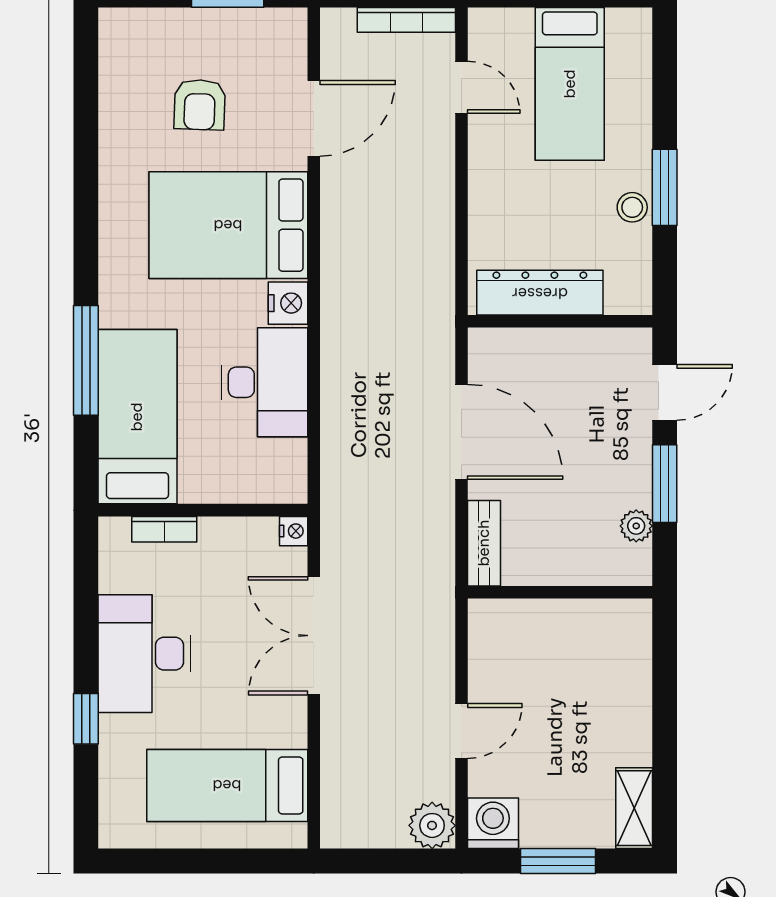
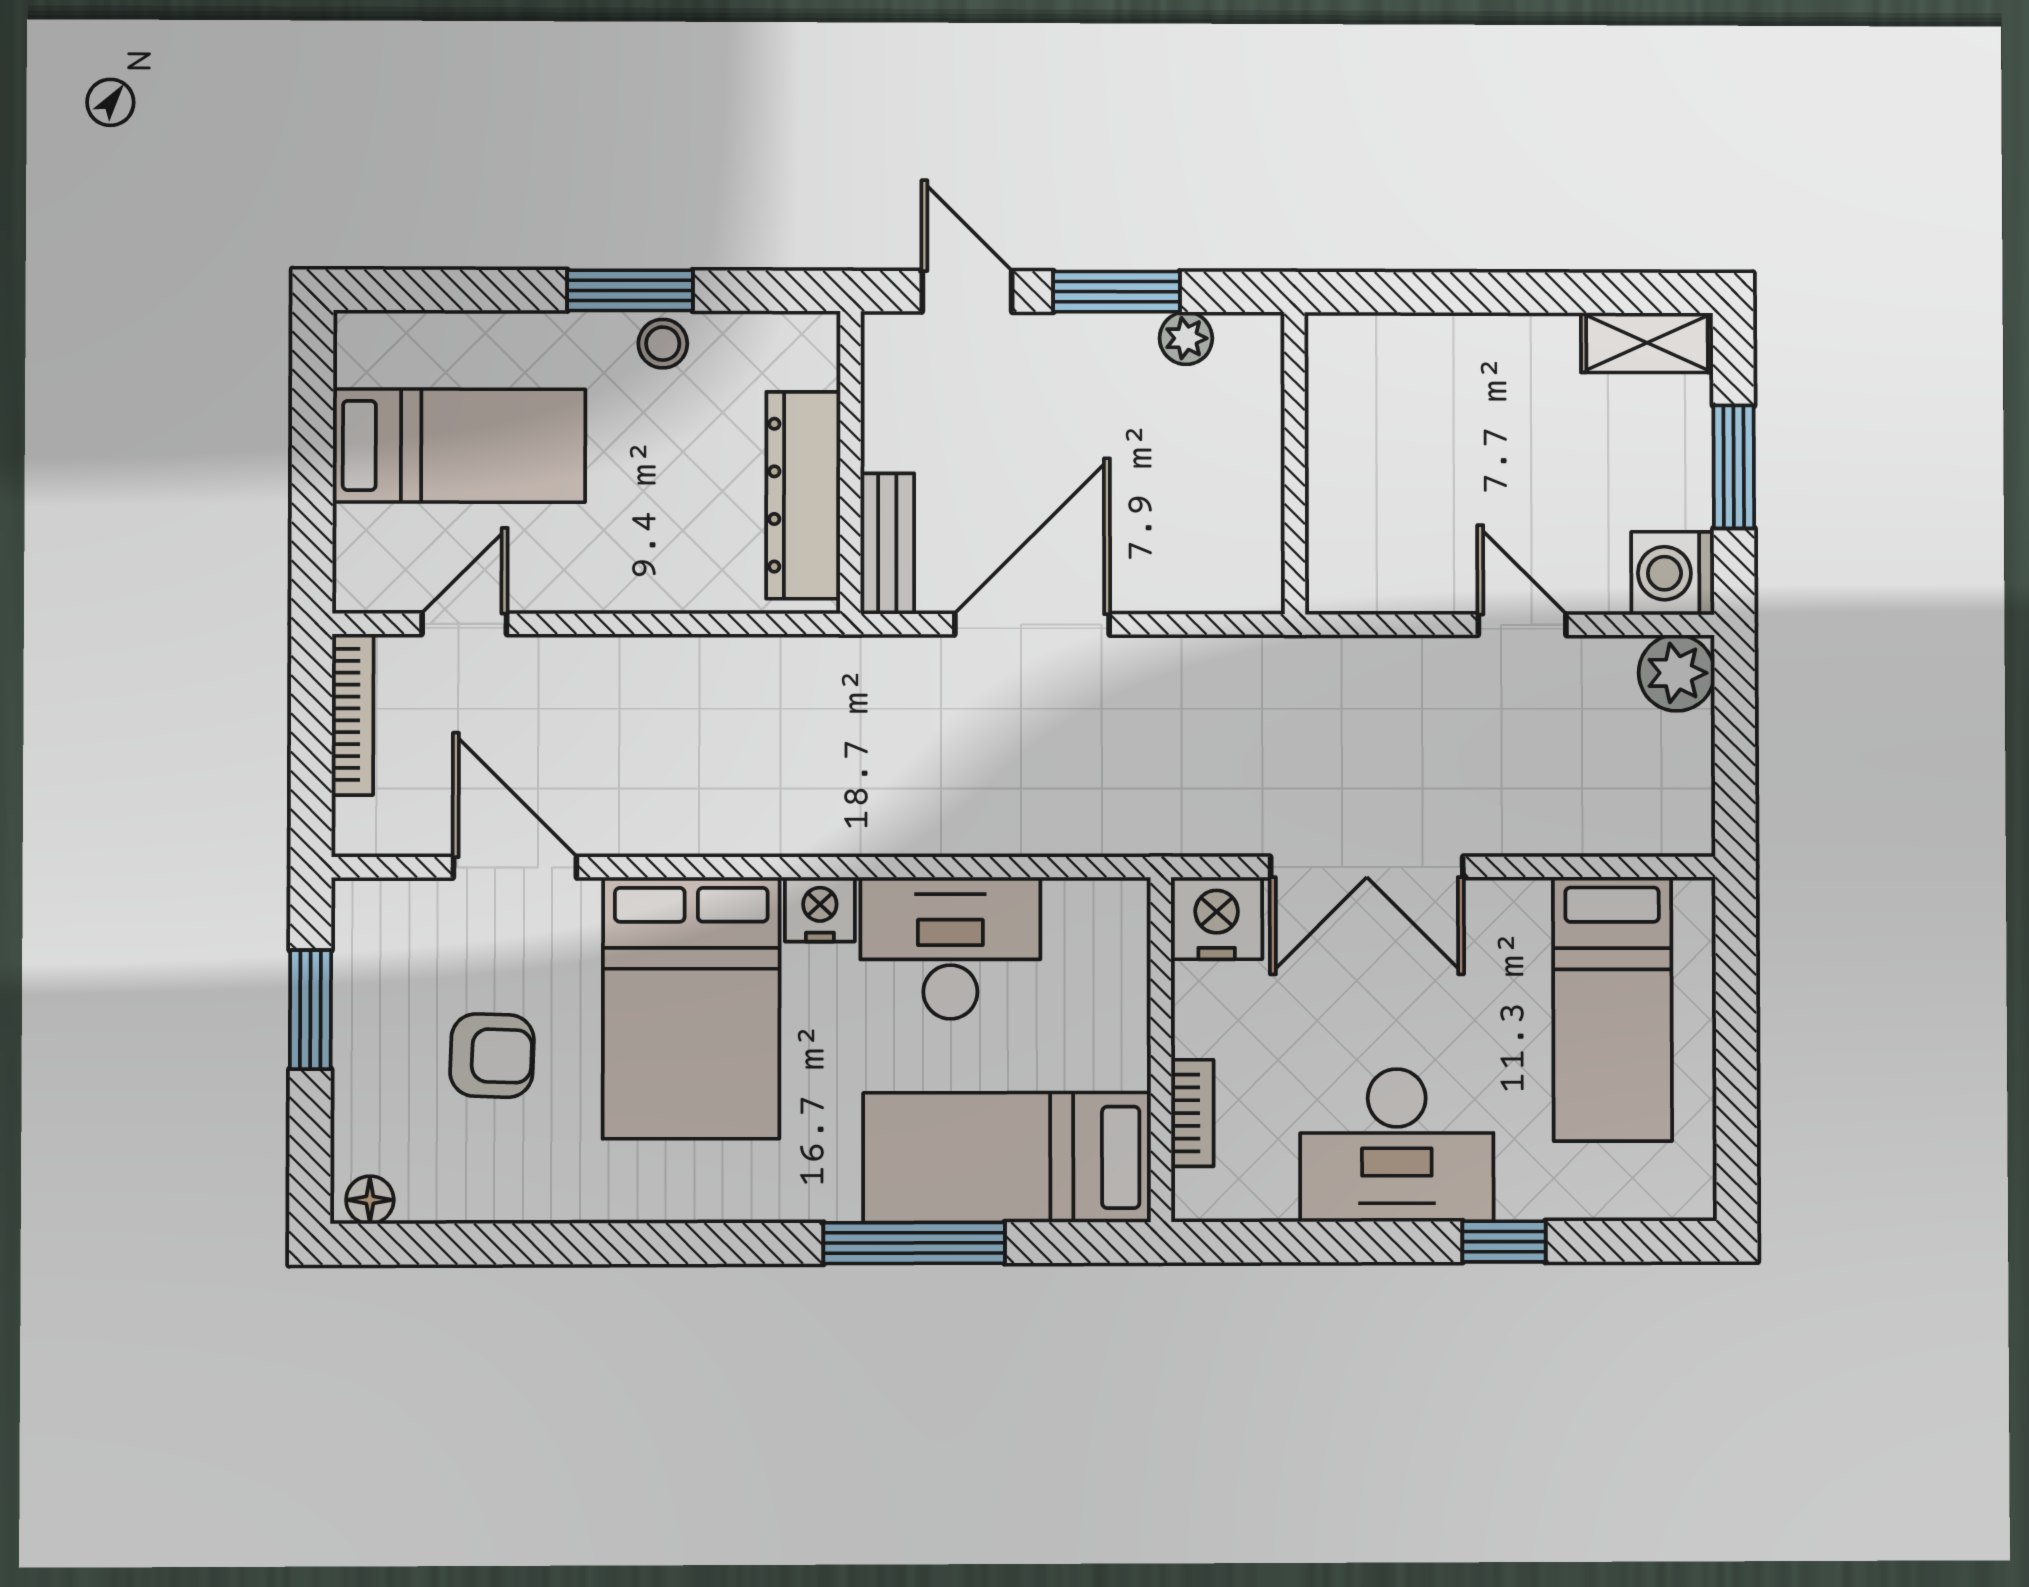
floor lamp: (113, 31) -> (370, 1200), added
nightstand: (294, 531) -> (1217, 918), width x1.89, depth x1.79
bench: (484, 543) -> (887, 544), moved, turned 90

